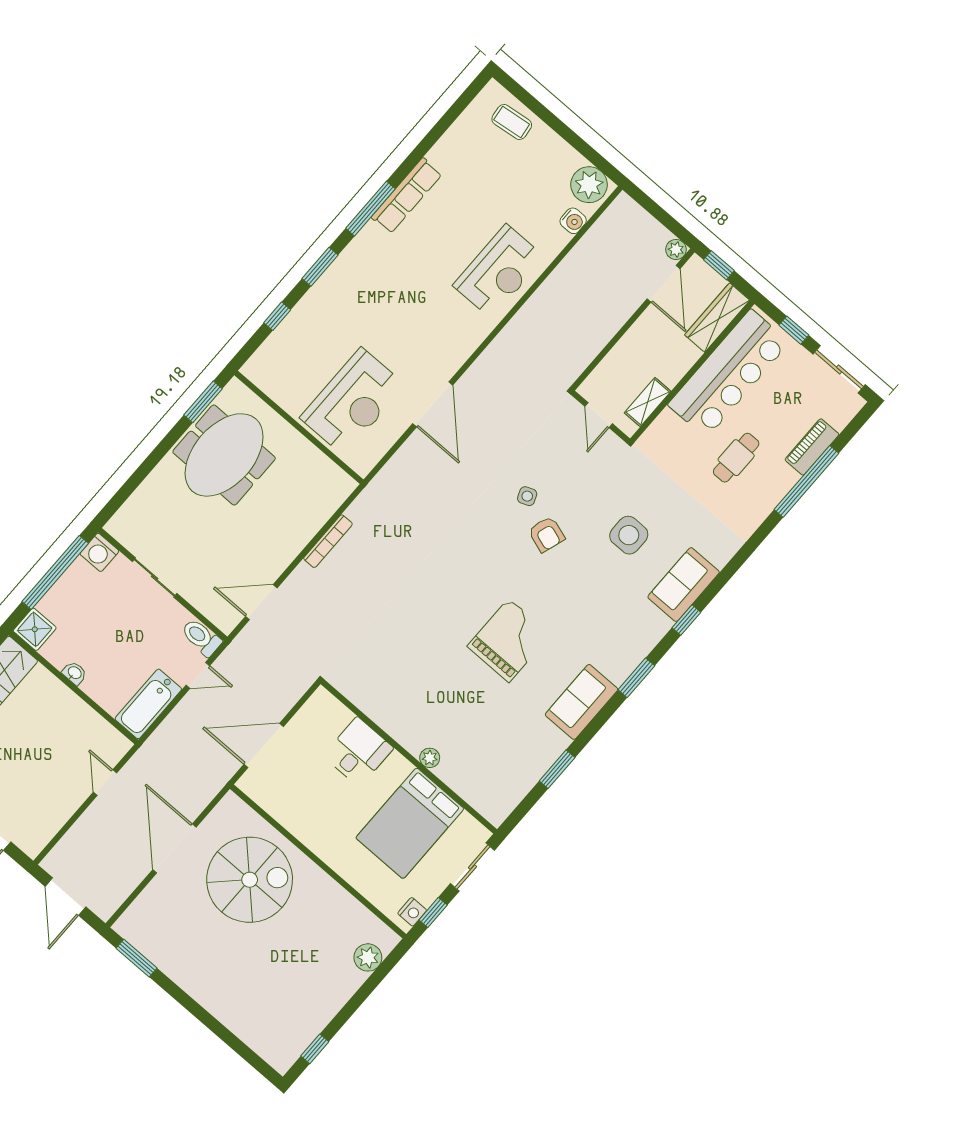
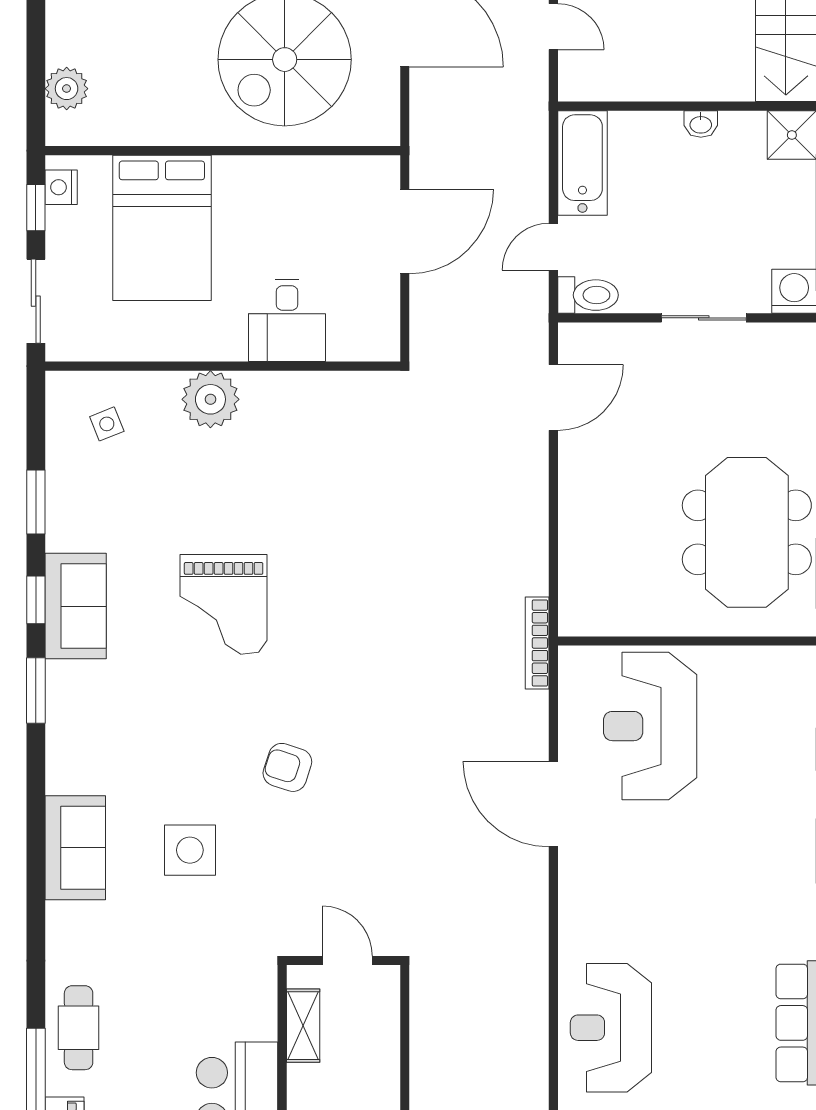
cafe table: (736, 458) -> (79, 1028), moved
side table: (527, 496) -> (107, 424), moved
bookcase: (328, 541) -> (537, 643), moved
window: (686, 620) -> (36, 600), moved
plant: (430, 758) -> (210, 399), width x1.87, depth x1.87
bed: (410, 823) -> (162, 228), moved, turned 180

